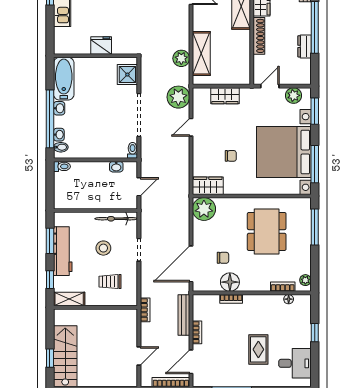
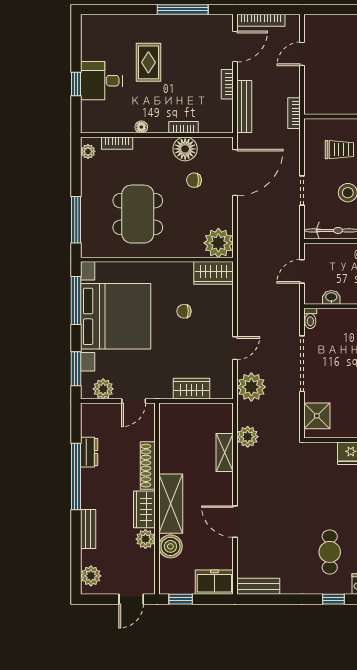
shelving: (201, 53) -> (225, 452), width x0.67, depth x0.75
floor lamp: (289, 299) -> (141, 127), moved
desk: (295, 363) -> (101, 81), moved

